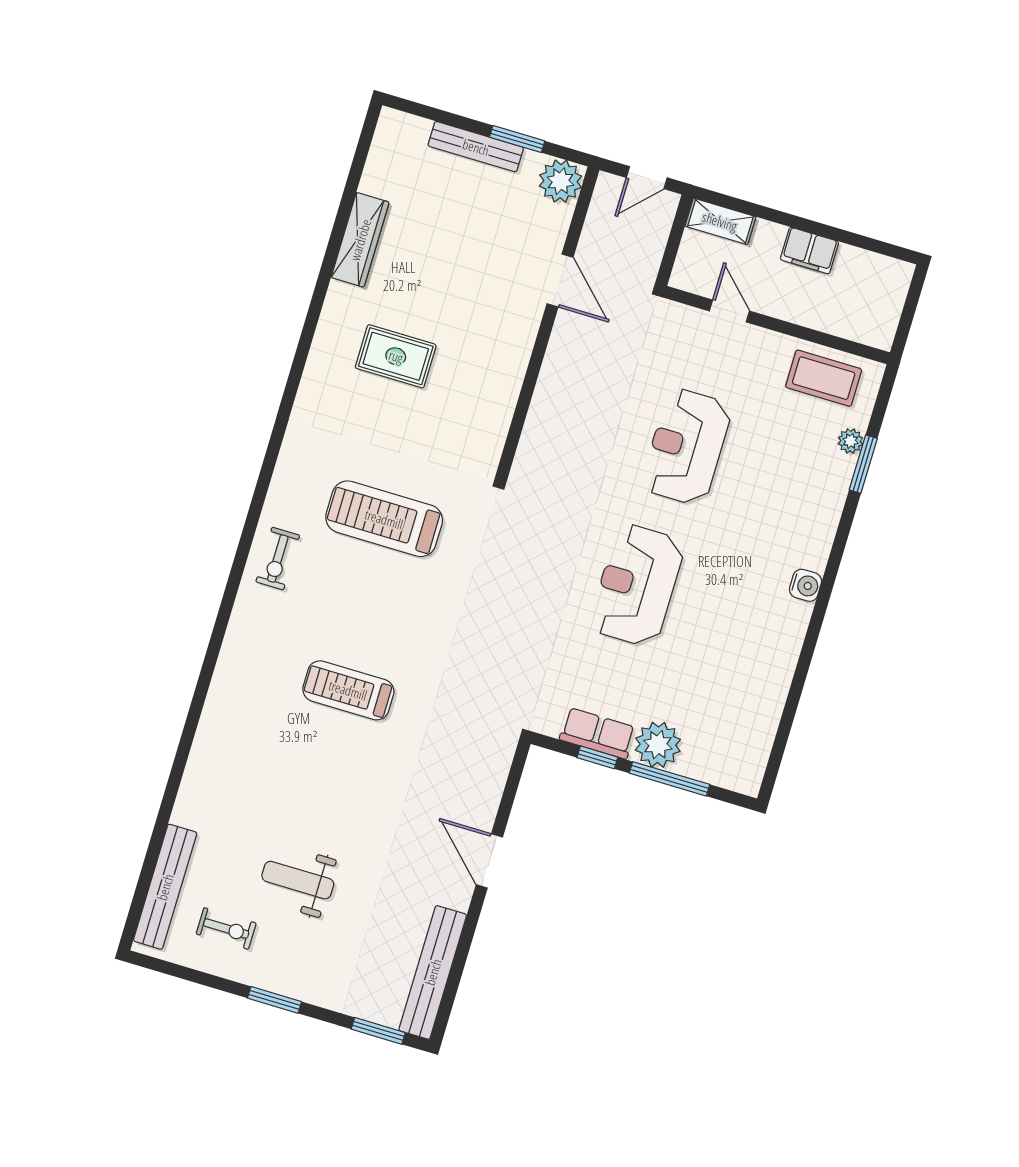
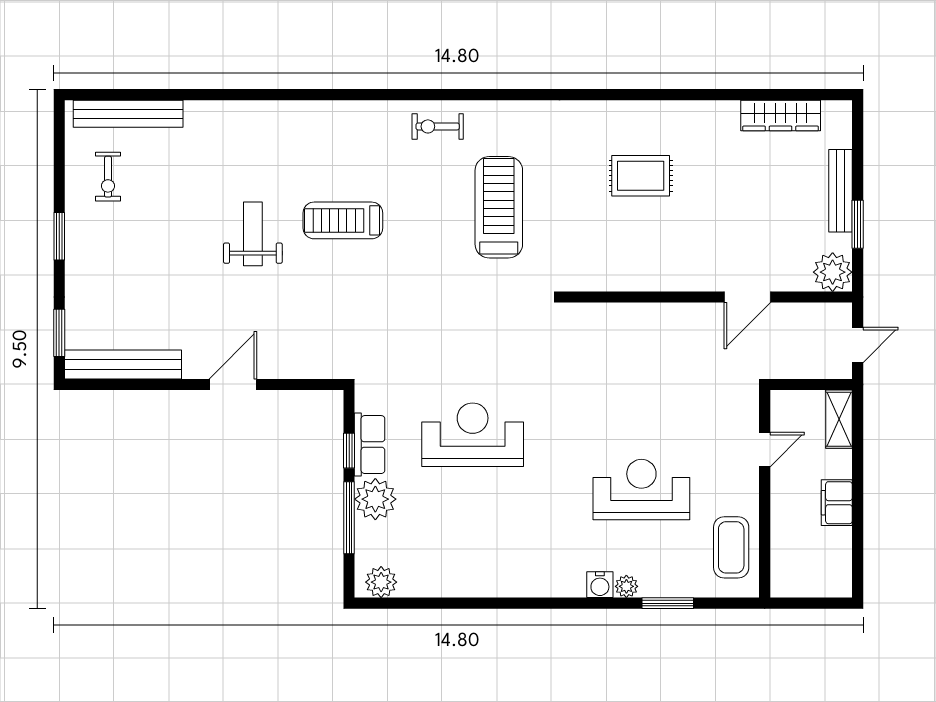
door: (647, 178) -> (858, 345), swing flipped
wardrobe: (360, 240) -> (781, 116), moved
rug: (396, 356) -> (641, 176), turned 90
plant: (850, 441) -> (626, 586), moved
reception desk: (686, 447) -> (641, 490), moved
reception desk: (637, 585) -> (473, 435), moved
water cooler: (806, 585) -> (600, 585), moved
treadmill: (348, 690) -> (343, 220), turned -90
plant: (749, 765) -> (381, 582), added
weight bench: (298, 880) -> (253, 234), moved

